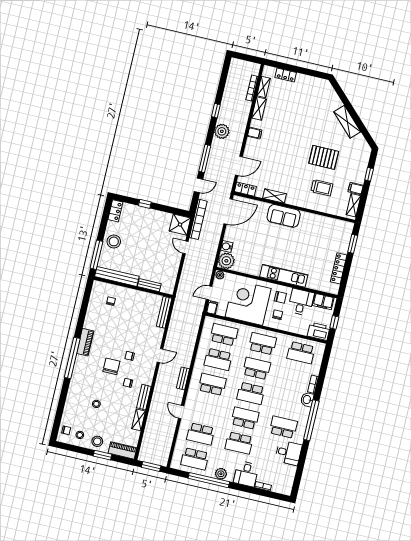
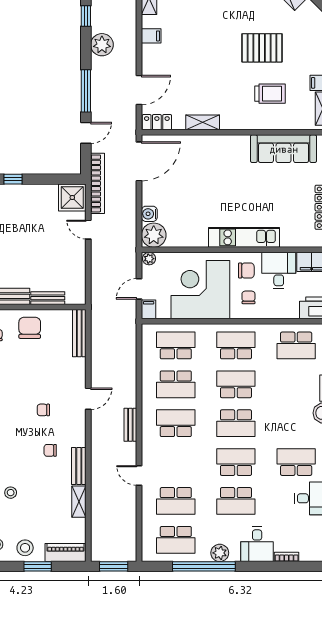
sofa: (284, 216) -> (284, 149), moved, width x1.36
chair: (111, 366) -> (30, 328), moved

